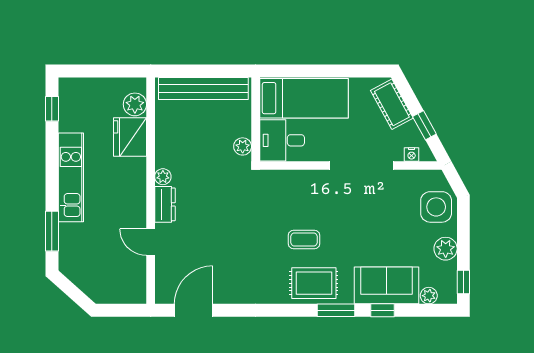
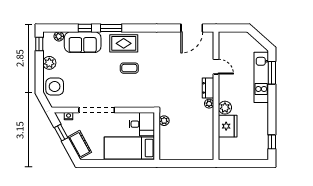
bench: (203, 88) -> (186, 153), removed
plant: (135, 104) -> (225, 108), moved
kitchen unit: (71, 177) -> (261, 77), moved

